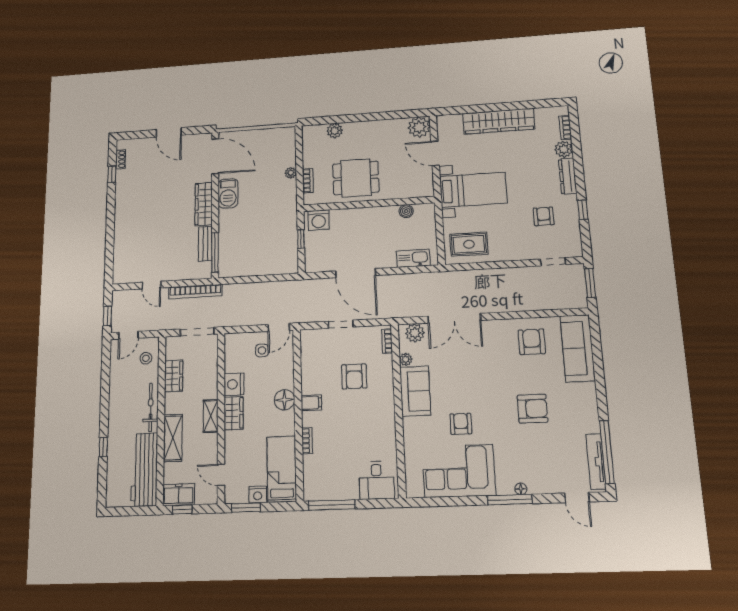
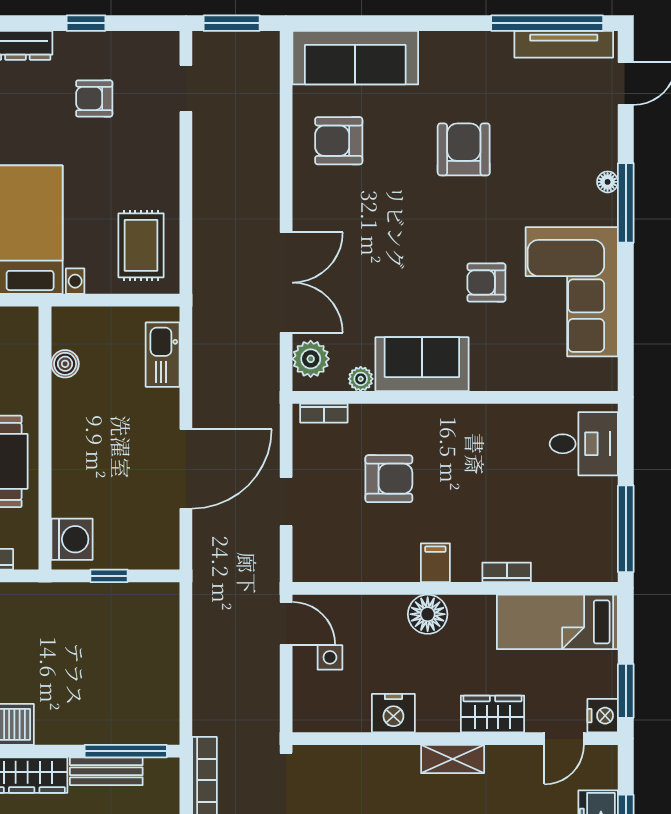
wardrobe: (234, 413) -> (493, 714), moved
nightstand: (258, 495) -> (603, 716), moved

